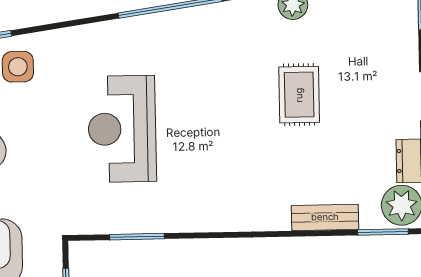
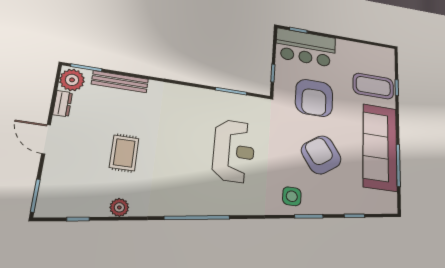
bench: (325, 217) -> (120, 82), width x1.36

